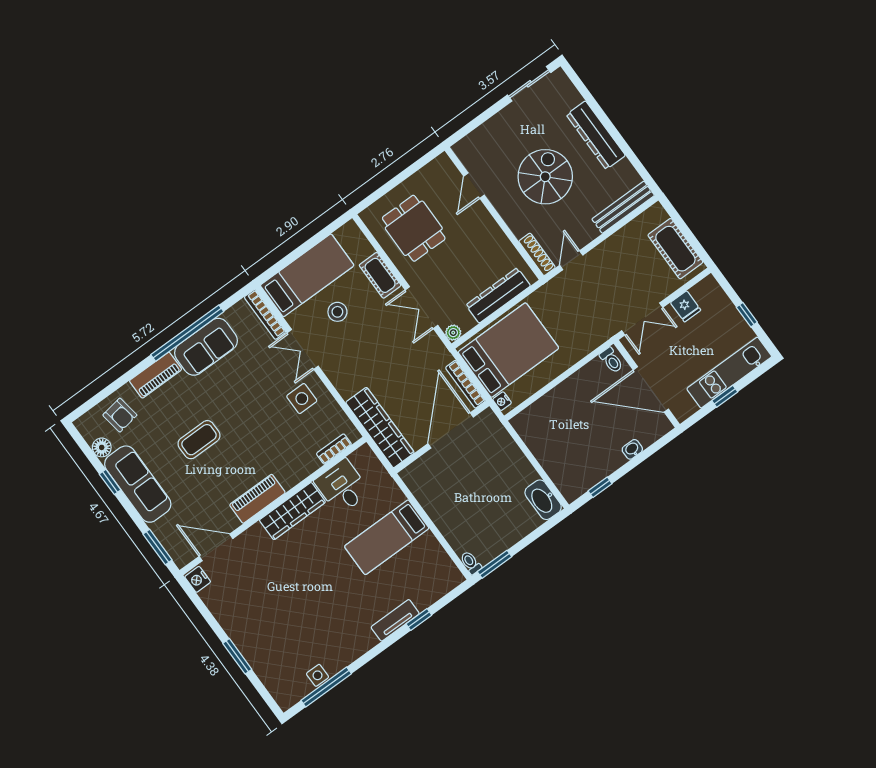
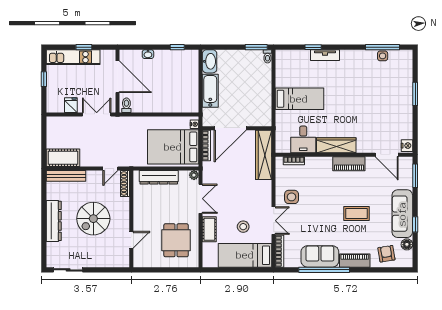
cot: (675, 249) -> (63, 158), moved, turned 90
bathtub: (514, 461) -> (210, 91), added

